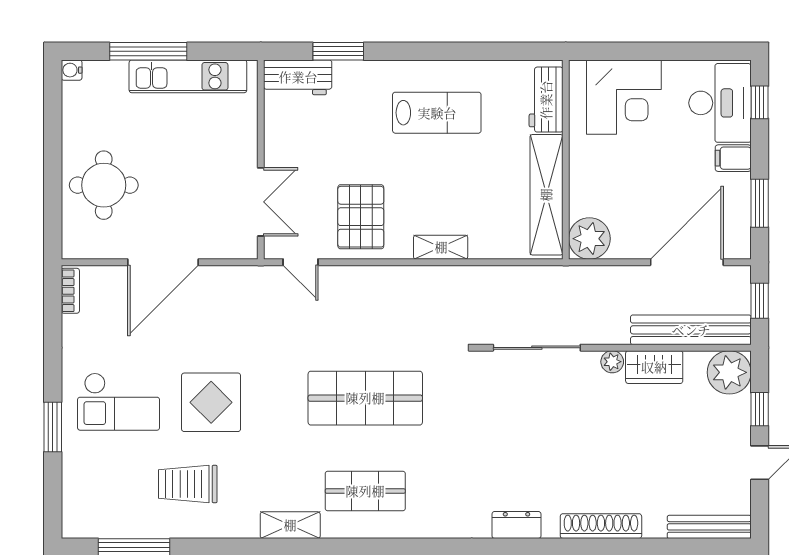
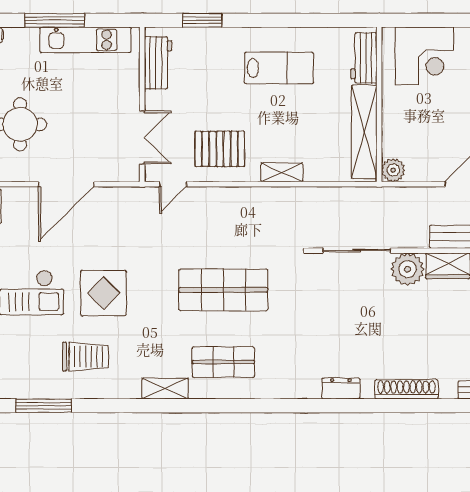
workbench: (298, 77) -> (158, 63), moved, turned -90
pallet: (361, 217) -> (220, 149), turned 90
plant: (589, 239) -> (393, 170), width x0.73, depth x0.73
door: (301, 262) -> (173, 184), hinge flipped
plant: (612, 362) -> (408, 269), width x1.87, depth x1.87
trolley: (188, 484) -> (85, 357), turned 180

